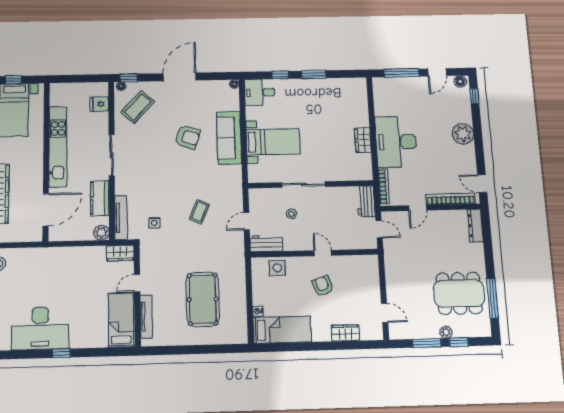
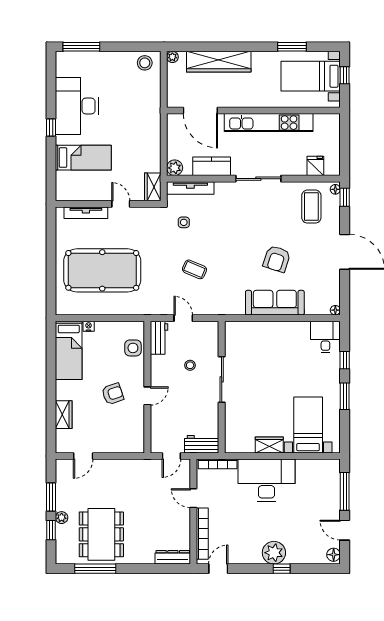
window: (474, 96) -> (282, 569), moved
coffee table: (138, 107) -> (311, 207), turned 47
bed with nightstands: (273, 142) -> (308, 425), moved, turned 180
pool table: (203, 299) -> (102, 270), width x1.36, depth x1.32
bed: (121, 320) -> (83, 158), moved

